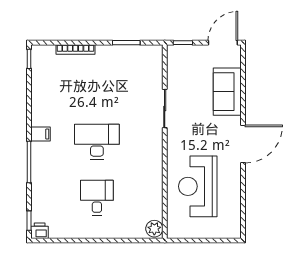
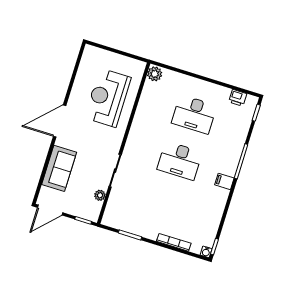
water cooler: (37, 50) -> (206, 252), added
plant: (173, 76) -> (100, 195), added
reception desk: (198, 186) -> (108, 98), turned 180
desk: (97, 198) -> (194, 114), width x1.37
printer: (40, 231) -> (238, 98), moved

